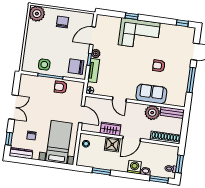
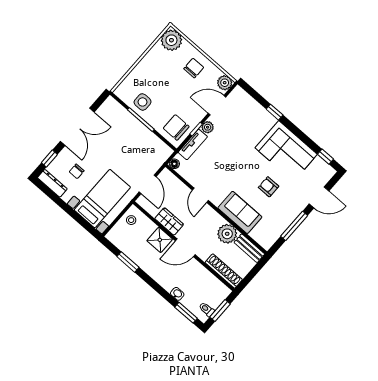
plant: (88, 18) -> (225, 83), added
corner sofa: (139, 34) -> (286, 151), moved
armchair: (61, 87) -> (144, 139), removed
double door: (13, 107) -> (77, 127), width x1.37
washing machine: (134, 167) -> (168, 281), removed

